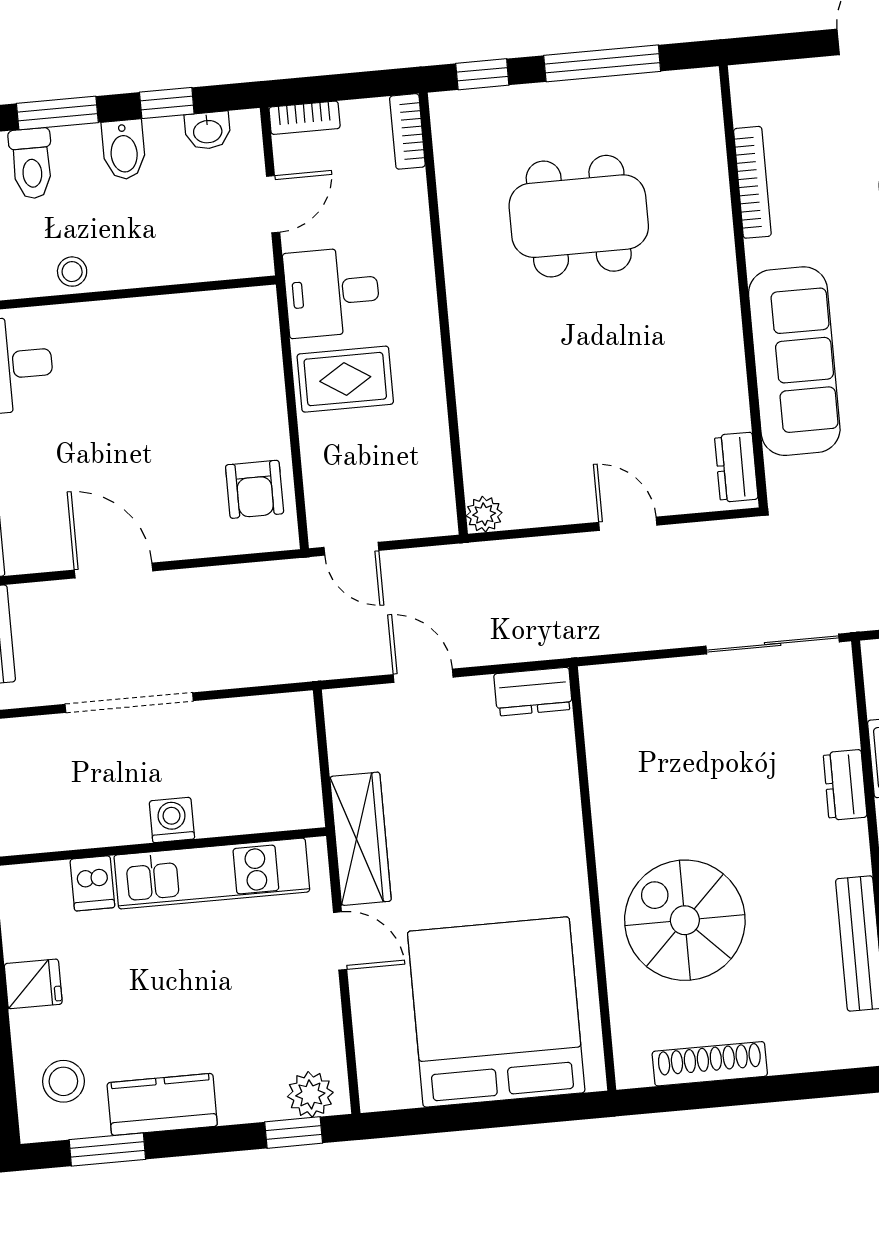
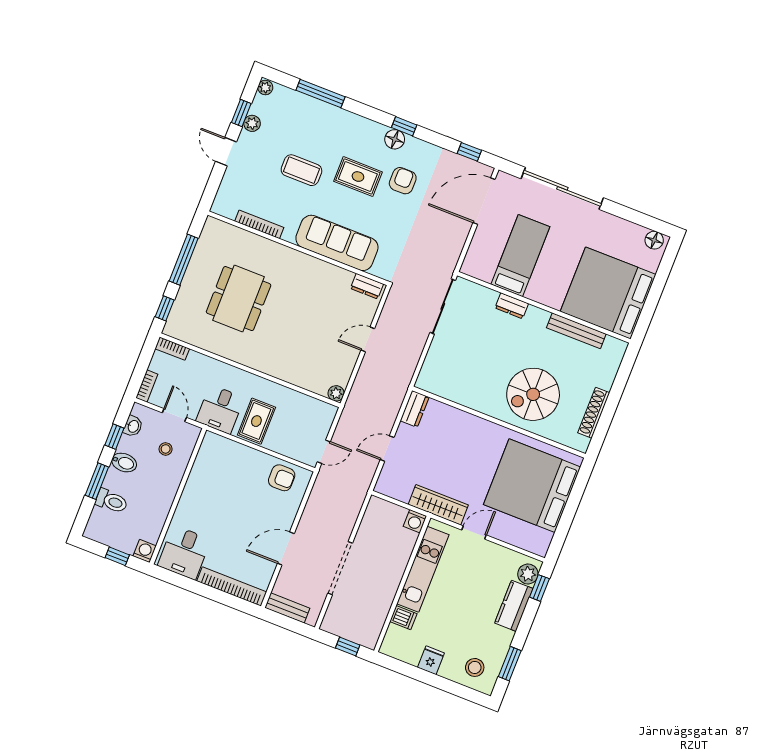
stool: (72, 272) -> (166, 449), moved
washing machine: (172, 820) -> (415, 521), moved, turned -90
kitchen counter: (162, 1104) -> (514, 606), moved

